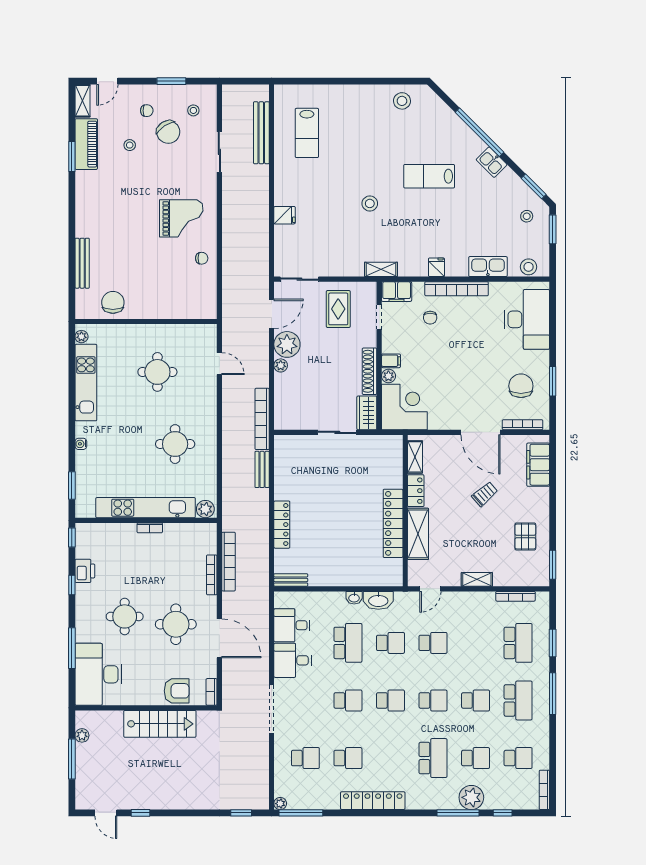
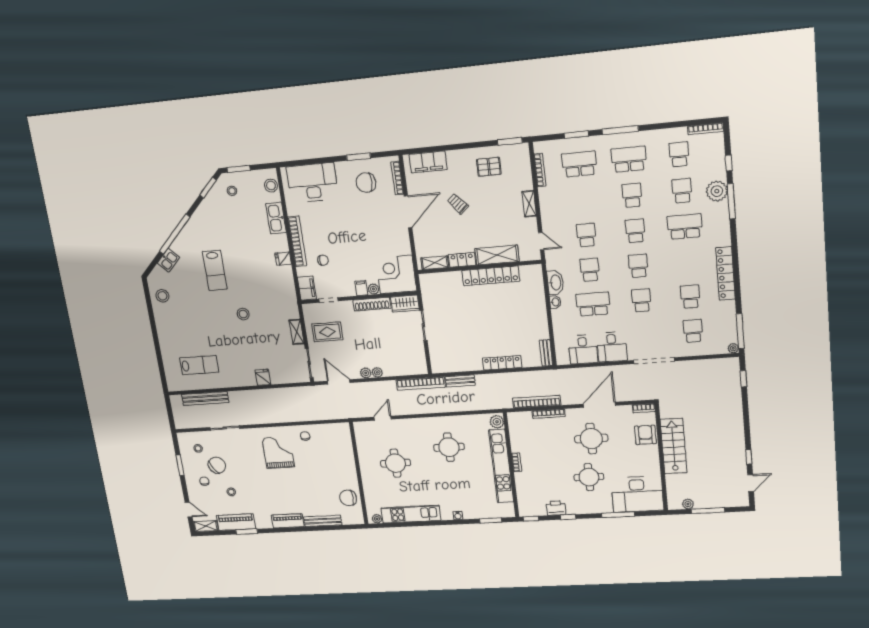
kitchen sink: (492, 162) -> (168, 260), moved
piano: (85, 216) -> (288, 521), added
shelving: (381, 269) -> (297, 332), moved
plant: (287, 344) -> (366, 373), width x0.53, depth x0.53

